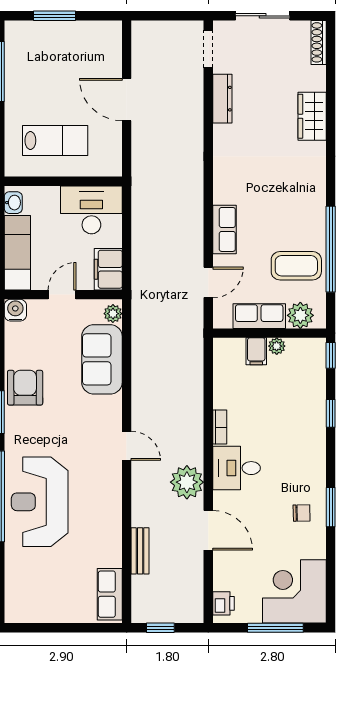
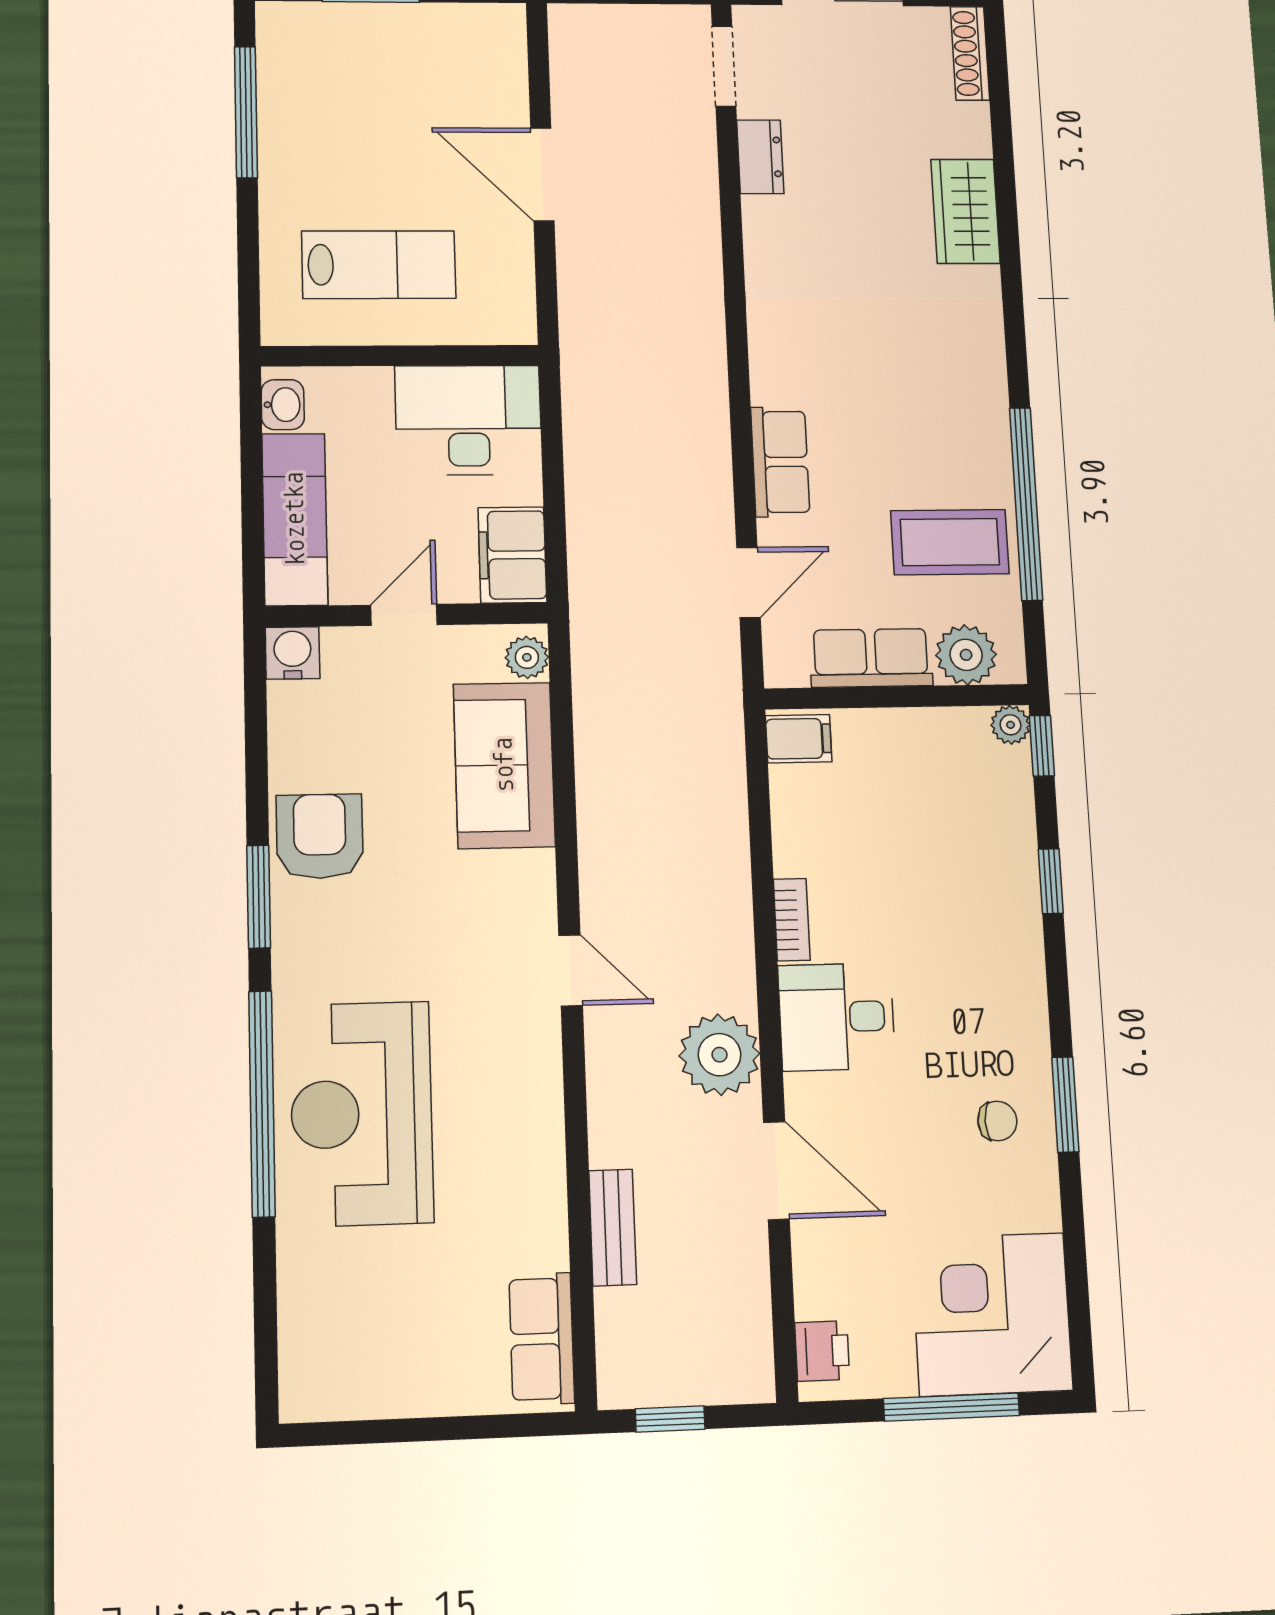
dresser: (222, 99) -> (760, 157), width x0.70
plant: (277, 346) -> (1010, 725), moved
filing cabinet: (256, 351) -> (799, 739), moved, turned -90

